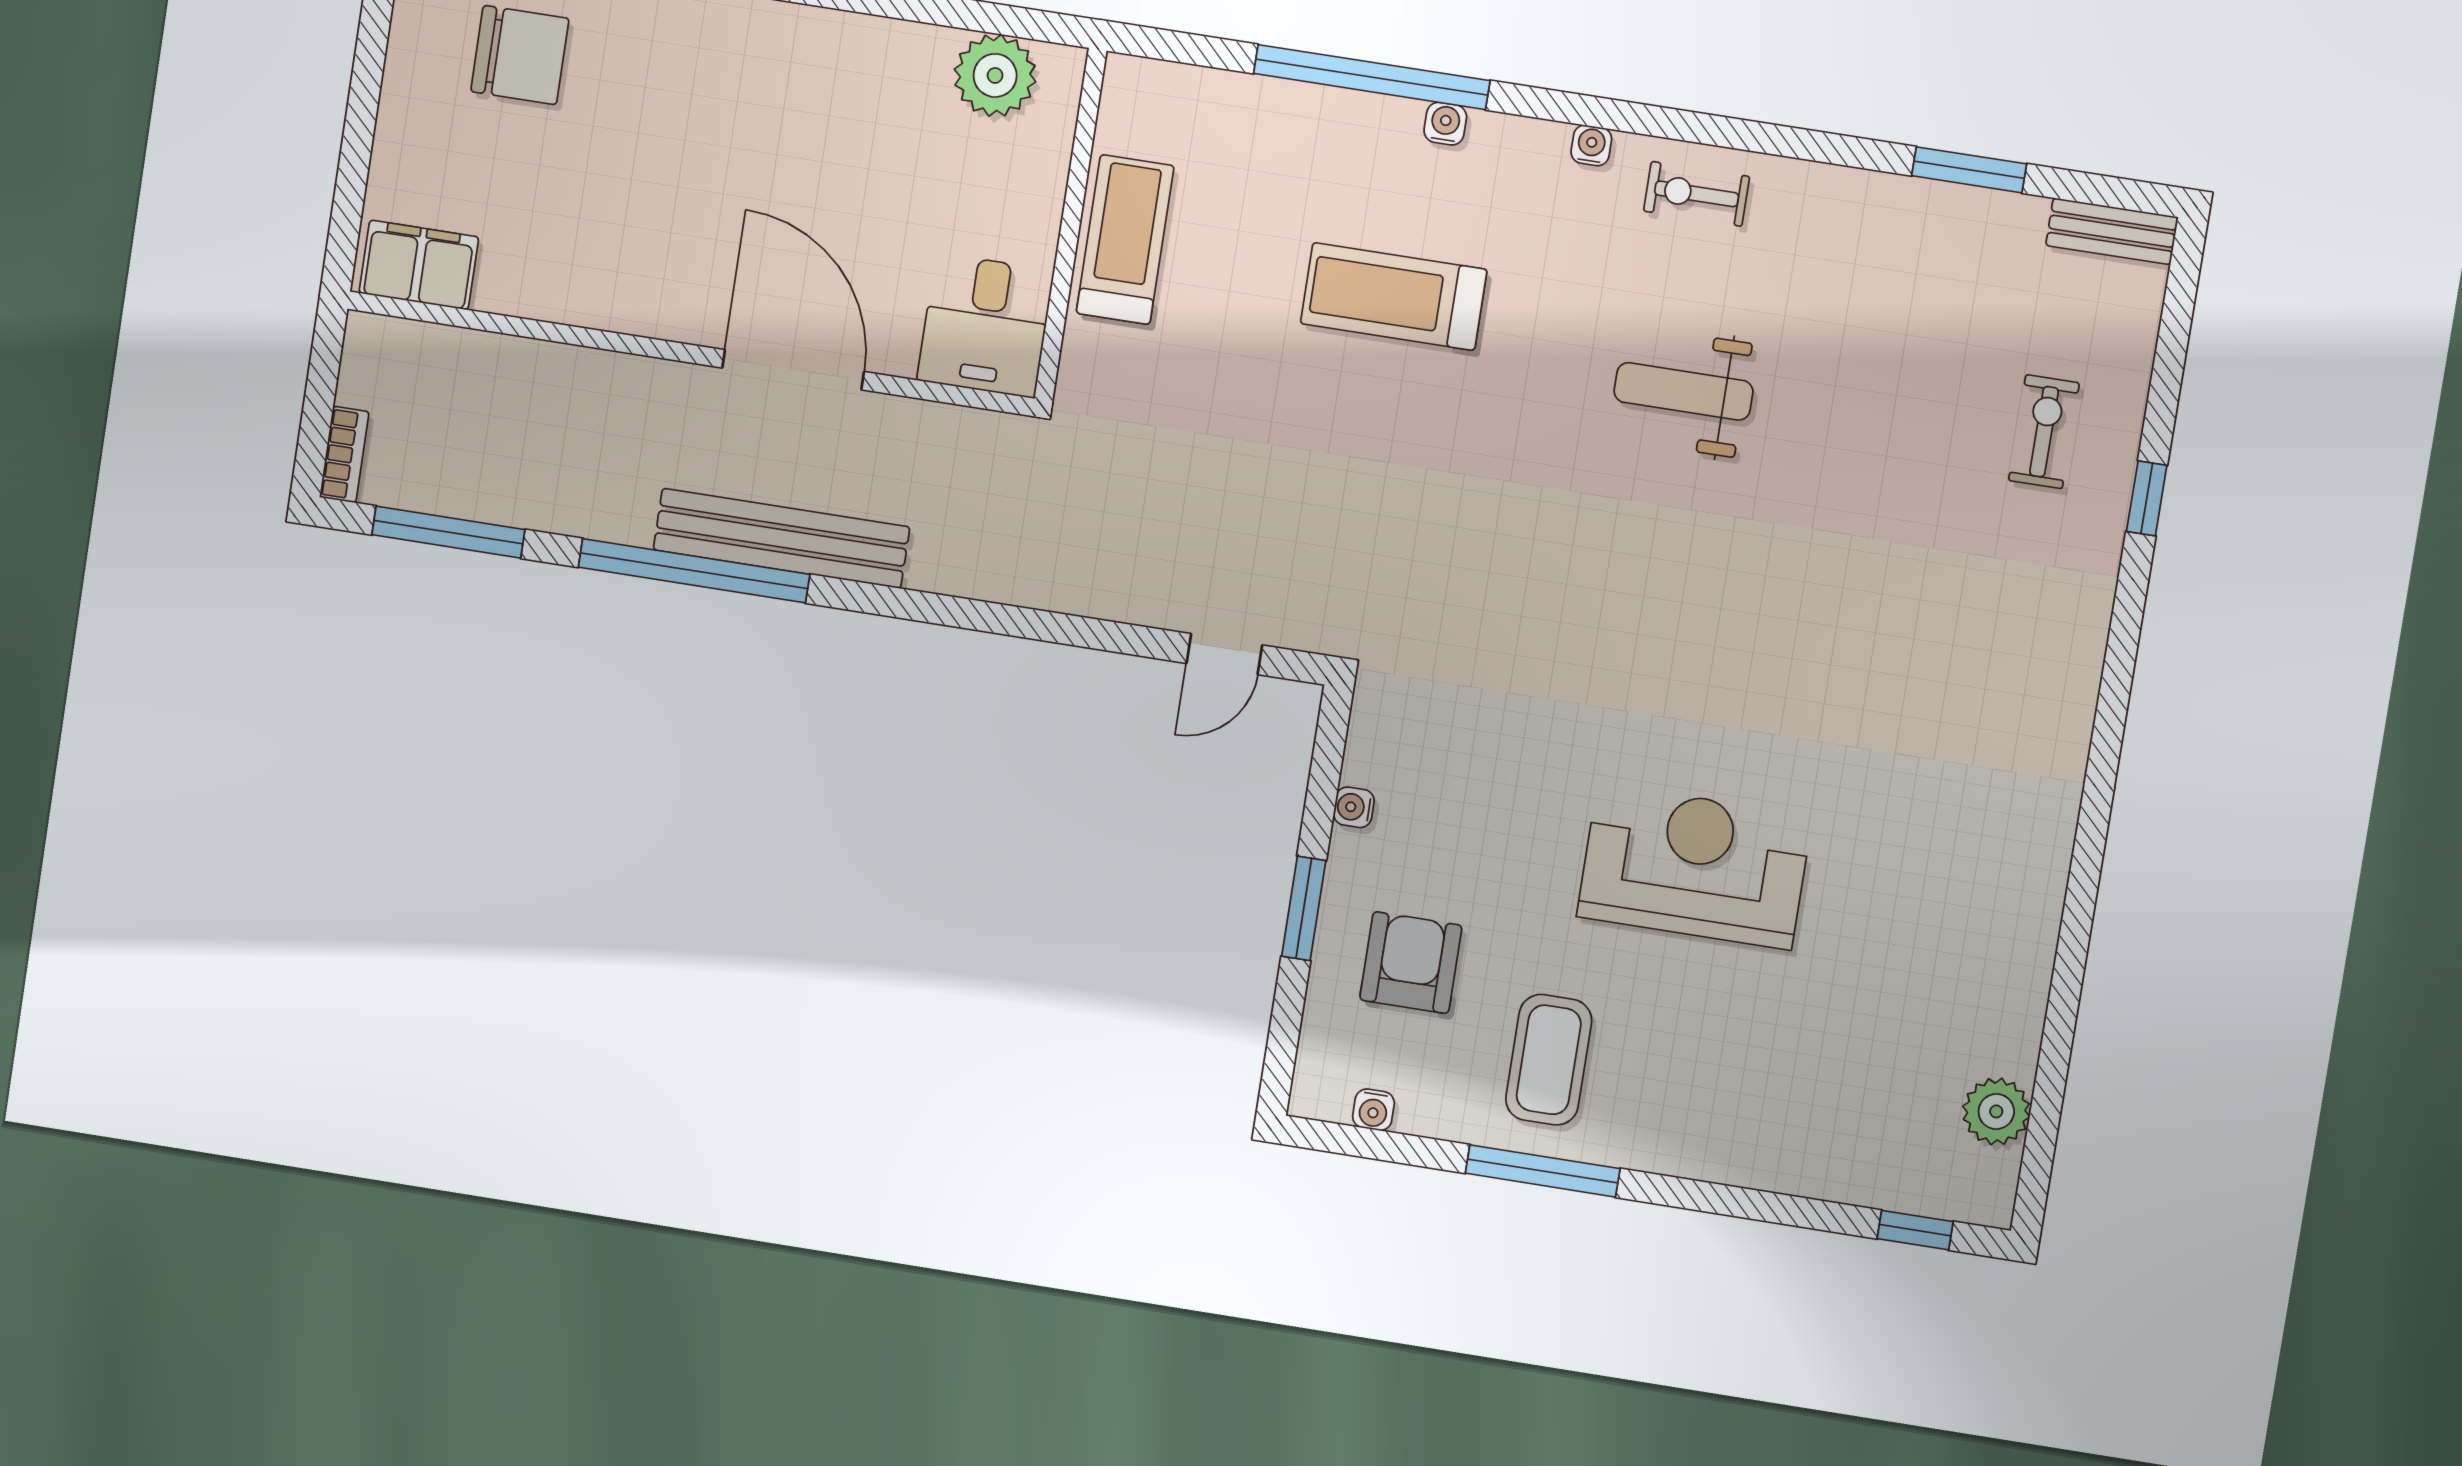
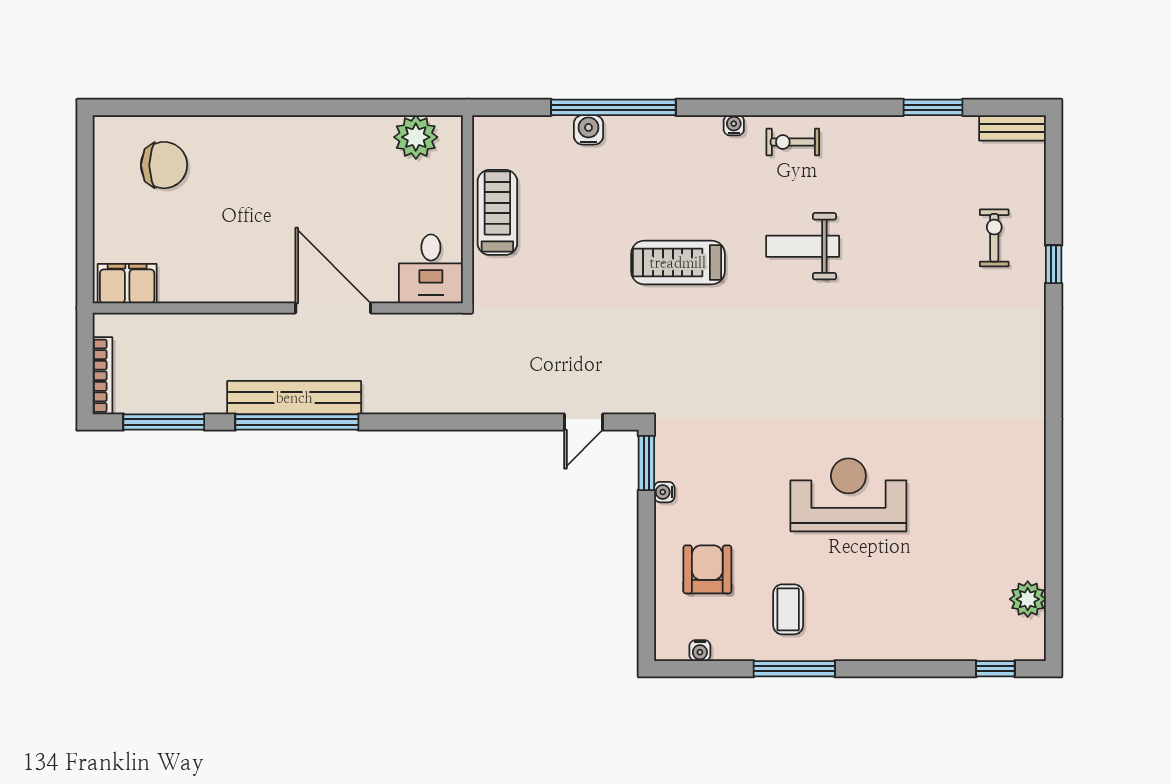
water cooler: (1445, 124) -> (588, 130), moved, width x1.38, depth x1.38
treadmill: (1394, 297) -> (678, 263), moved
bookcase: (344, 455) -> (103, 376), width x1.56
bench: (781, 538) -> (294, 398), moved
window: (1304, 908) -> (646, 463), moved
coffee table: (1549, 1060) -> (788, 609), width x0.73, depth x0.77

